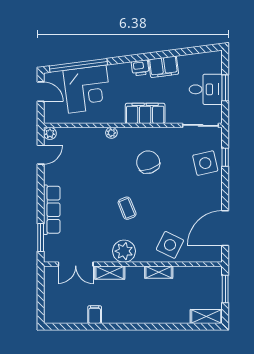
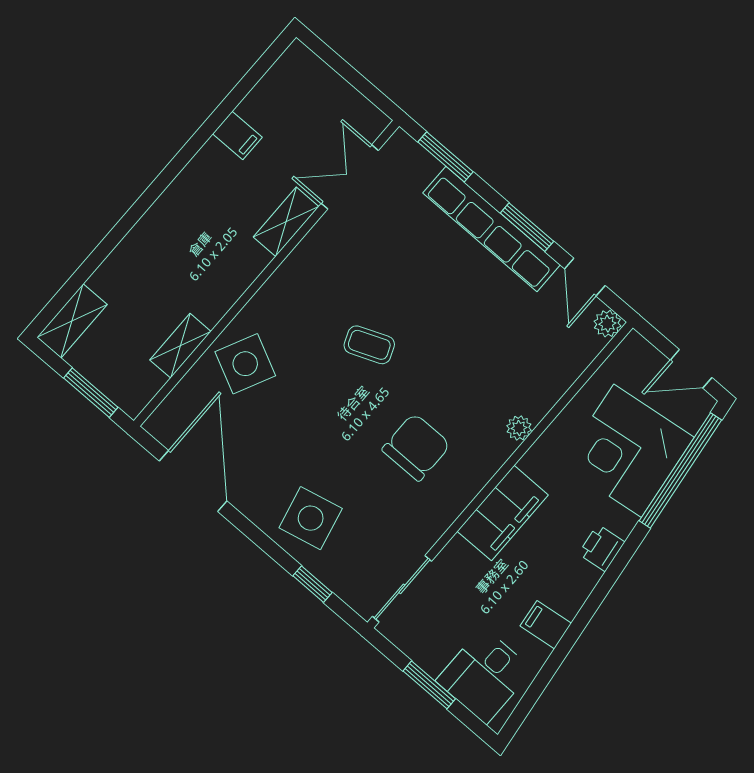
filing cabinet: (164, 67) -> (546, 625), width x0.50
printer: (140, 68) -> (602, 548), moved
desk: (206, 89) -> (484, 675), moved
chair: (148, 162) -> (416, 447), turned -71
side table: (205, 163) -> (311, 518), moved
window: (41, 189) -> (527, 227), added
row of seats: (52, 210) -> (491, 229), width x1.36
plant: (124, 251) -> (301, 277), removed
shelving: (159, 272) -> (180, 346), moved

